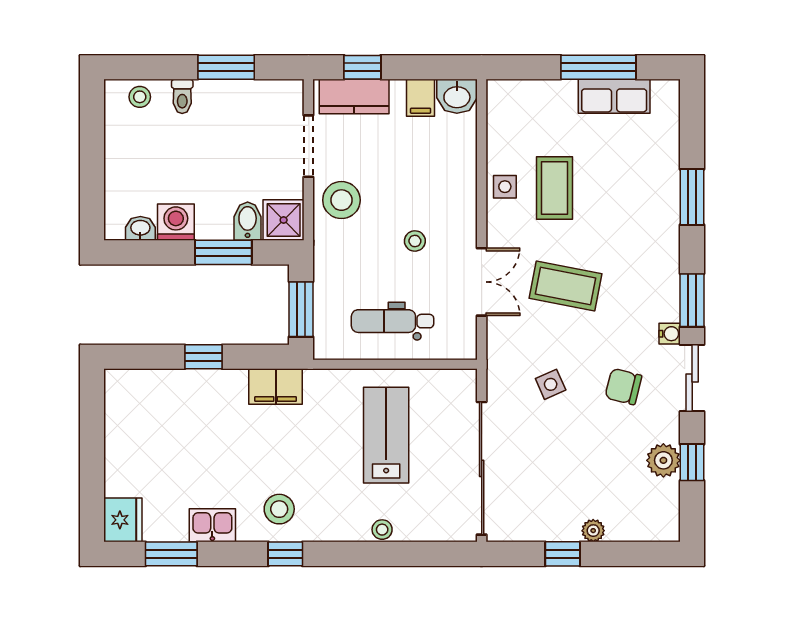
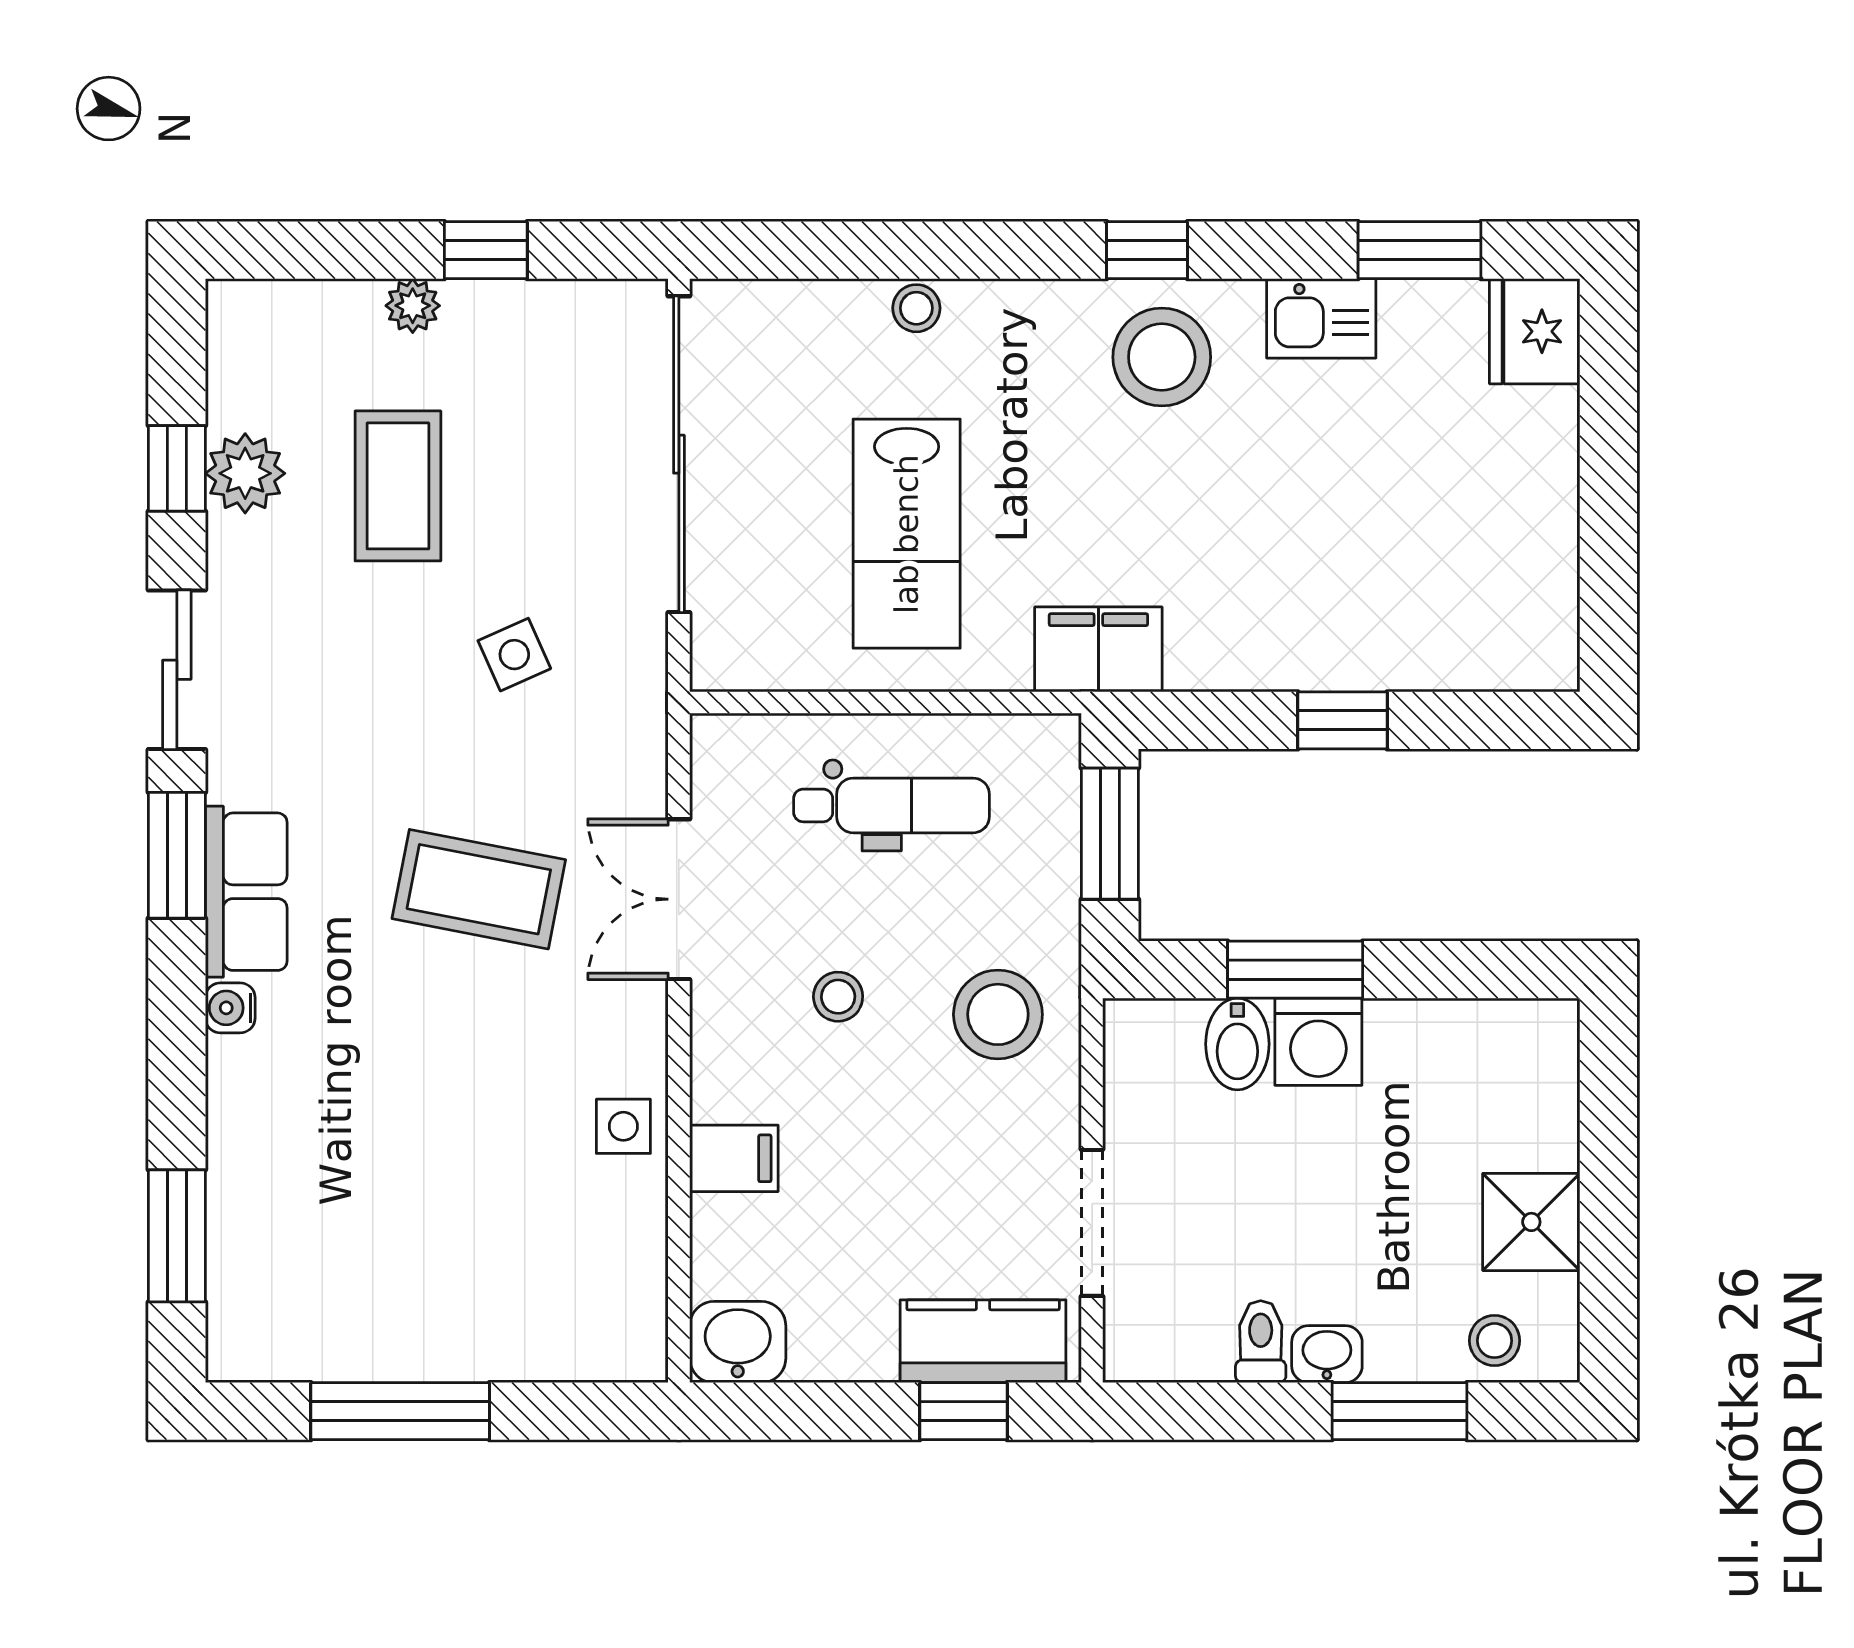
window: (226, 67) -> (1399, 1411), moved
toilet: (182, 96) -> (1261, 1342), moved
row of seats: (614, 96) -> (246, 892), moved, turned 90
filing cabinet: (421, 98) -> (734, 1158), moved, turned 90
coffee table: (554, 188) -> (398, 486), moved
window: (692, 197) -> (177, 1236), moved
stool: (341, 200) -> (998, 1014), moved
shower: (284, 220) -> (1531, 1222), moved
washing machine: (176, 222) -> (1318, 1042), moved
washbasin: (140, 228) -> (1327, 1354), moved, turned 180
water cooler: (670, 334) -> (230, 1008), moved
filing cabinet: (276, 387) -> (1098, 649), moved
chair: (623, 387) -> (341, 649), removed
stool: (279, 509) -> (1162, 357), width x1.38, depth x1.38

